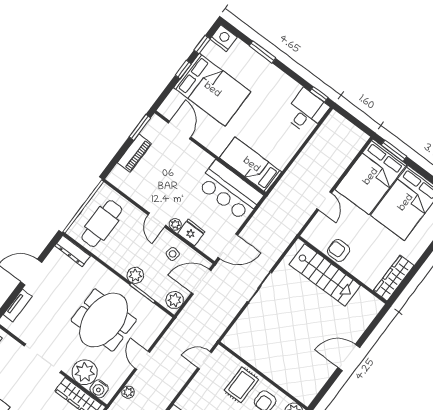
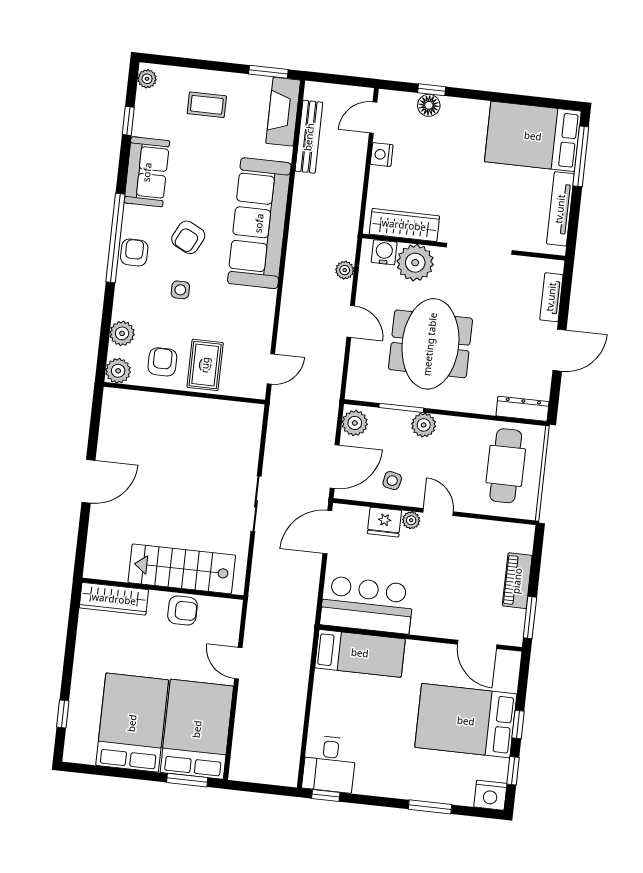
wardrobe: (394, 278) -> (114, 599), moved, turned 90

